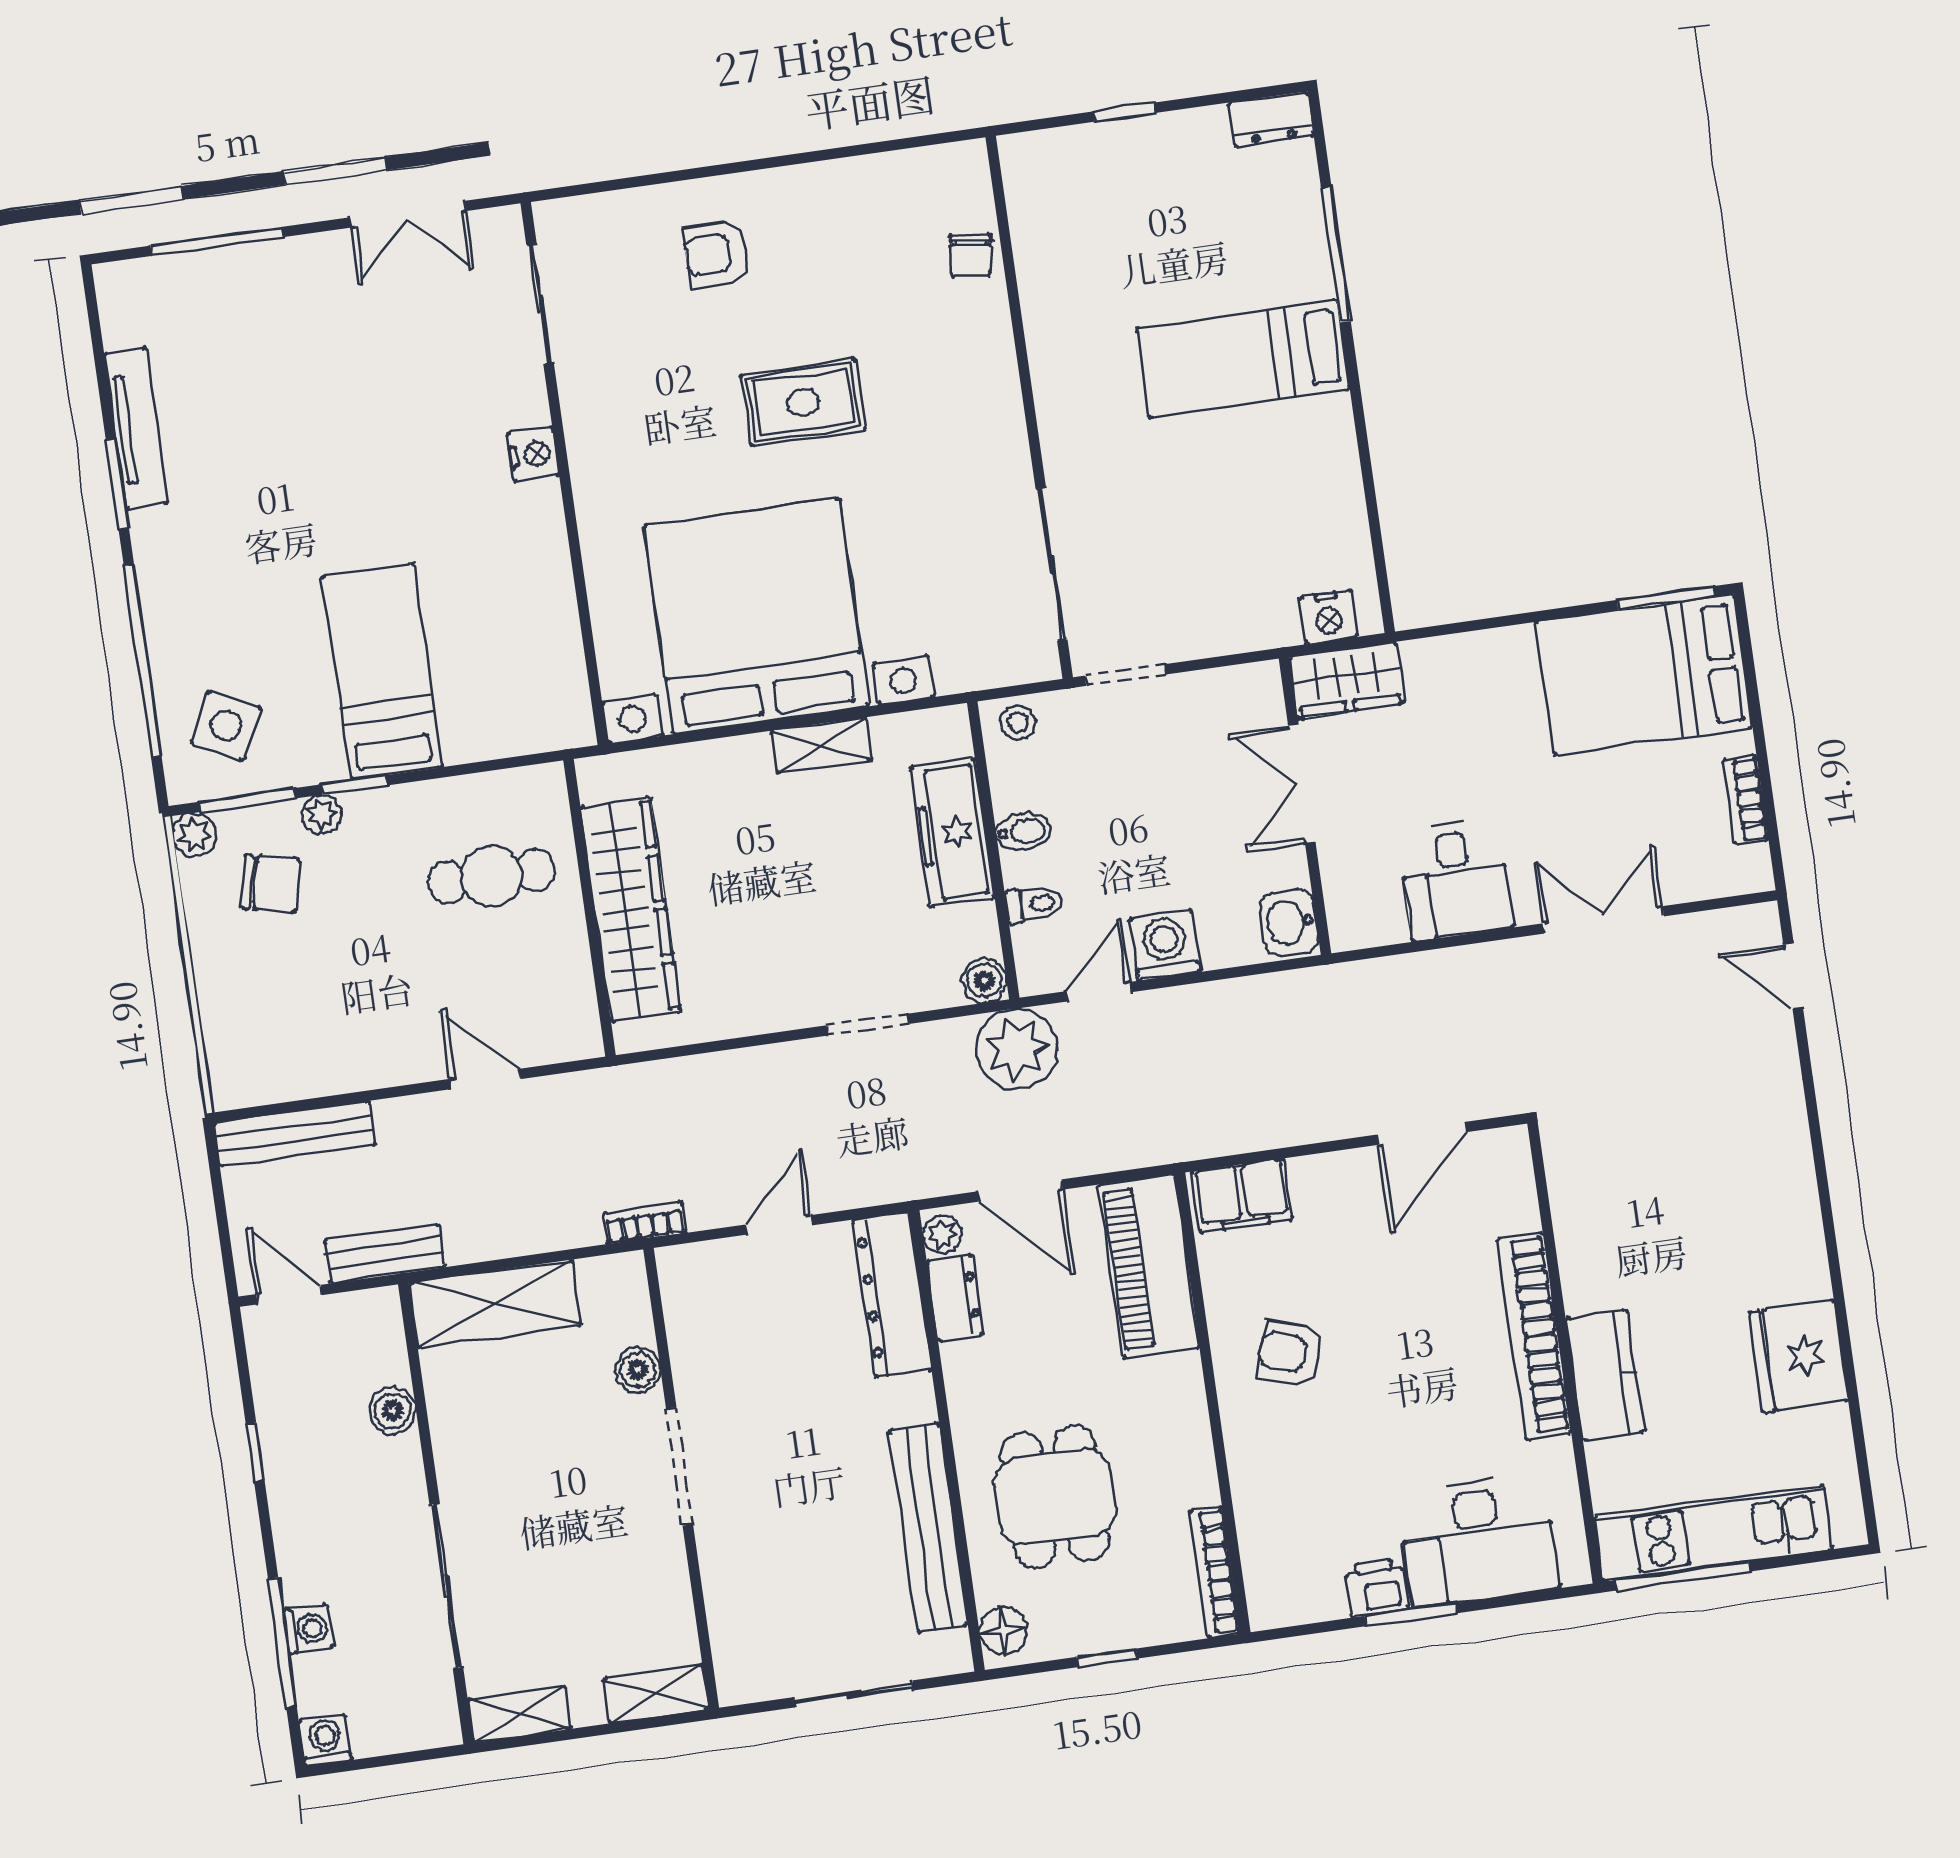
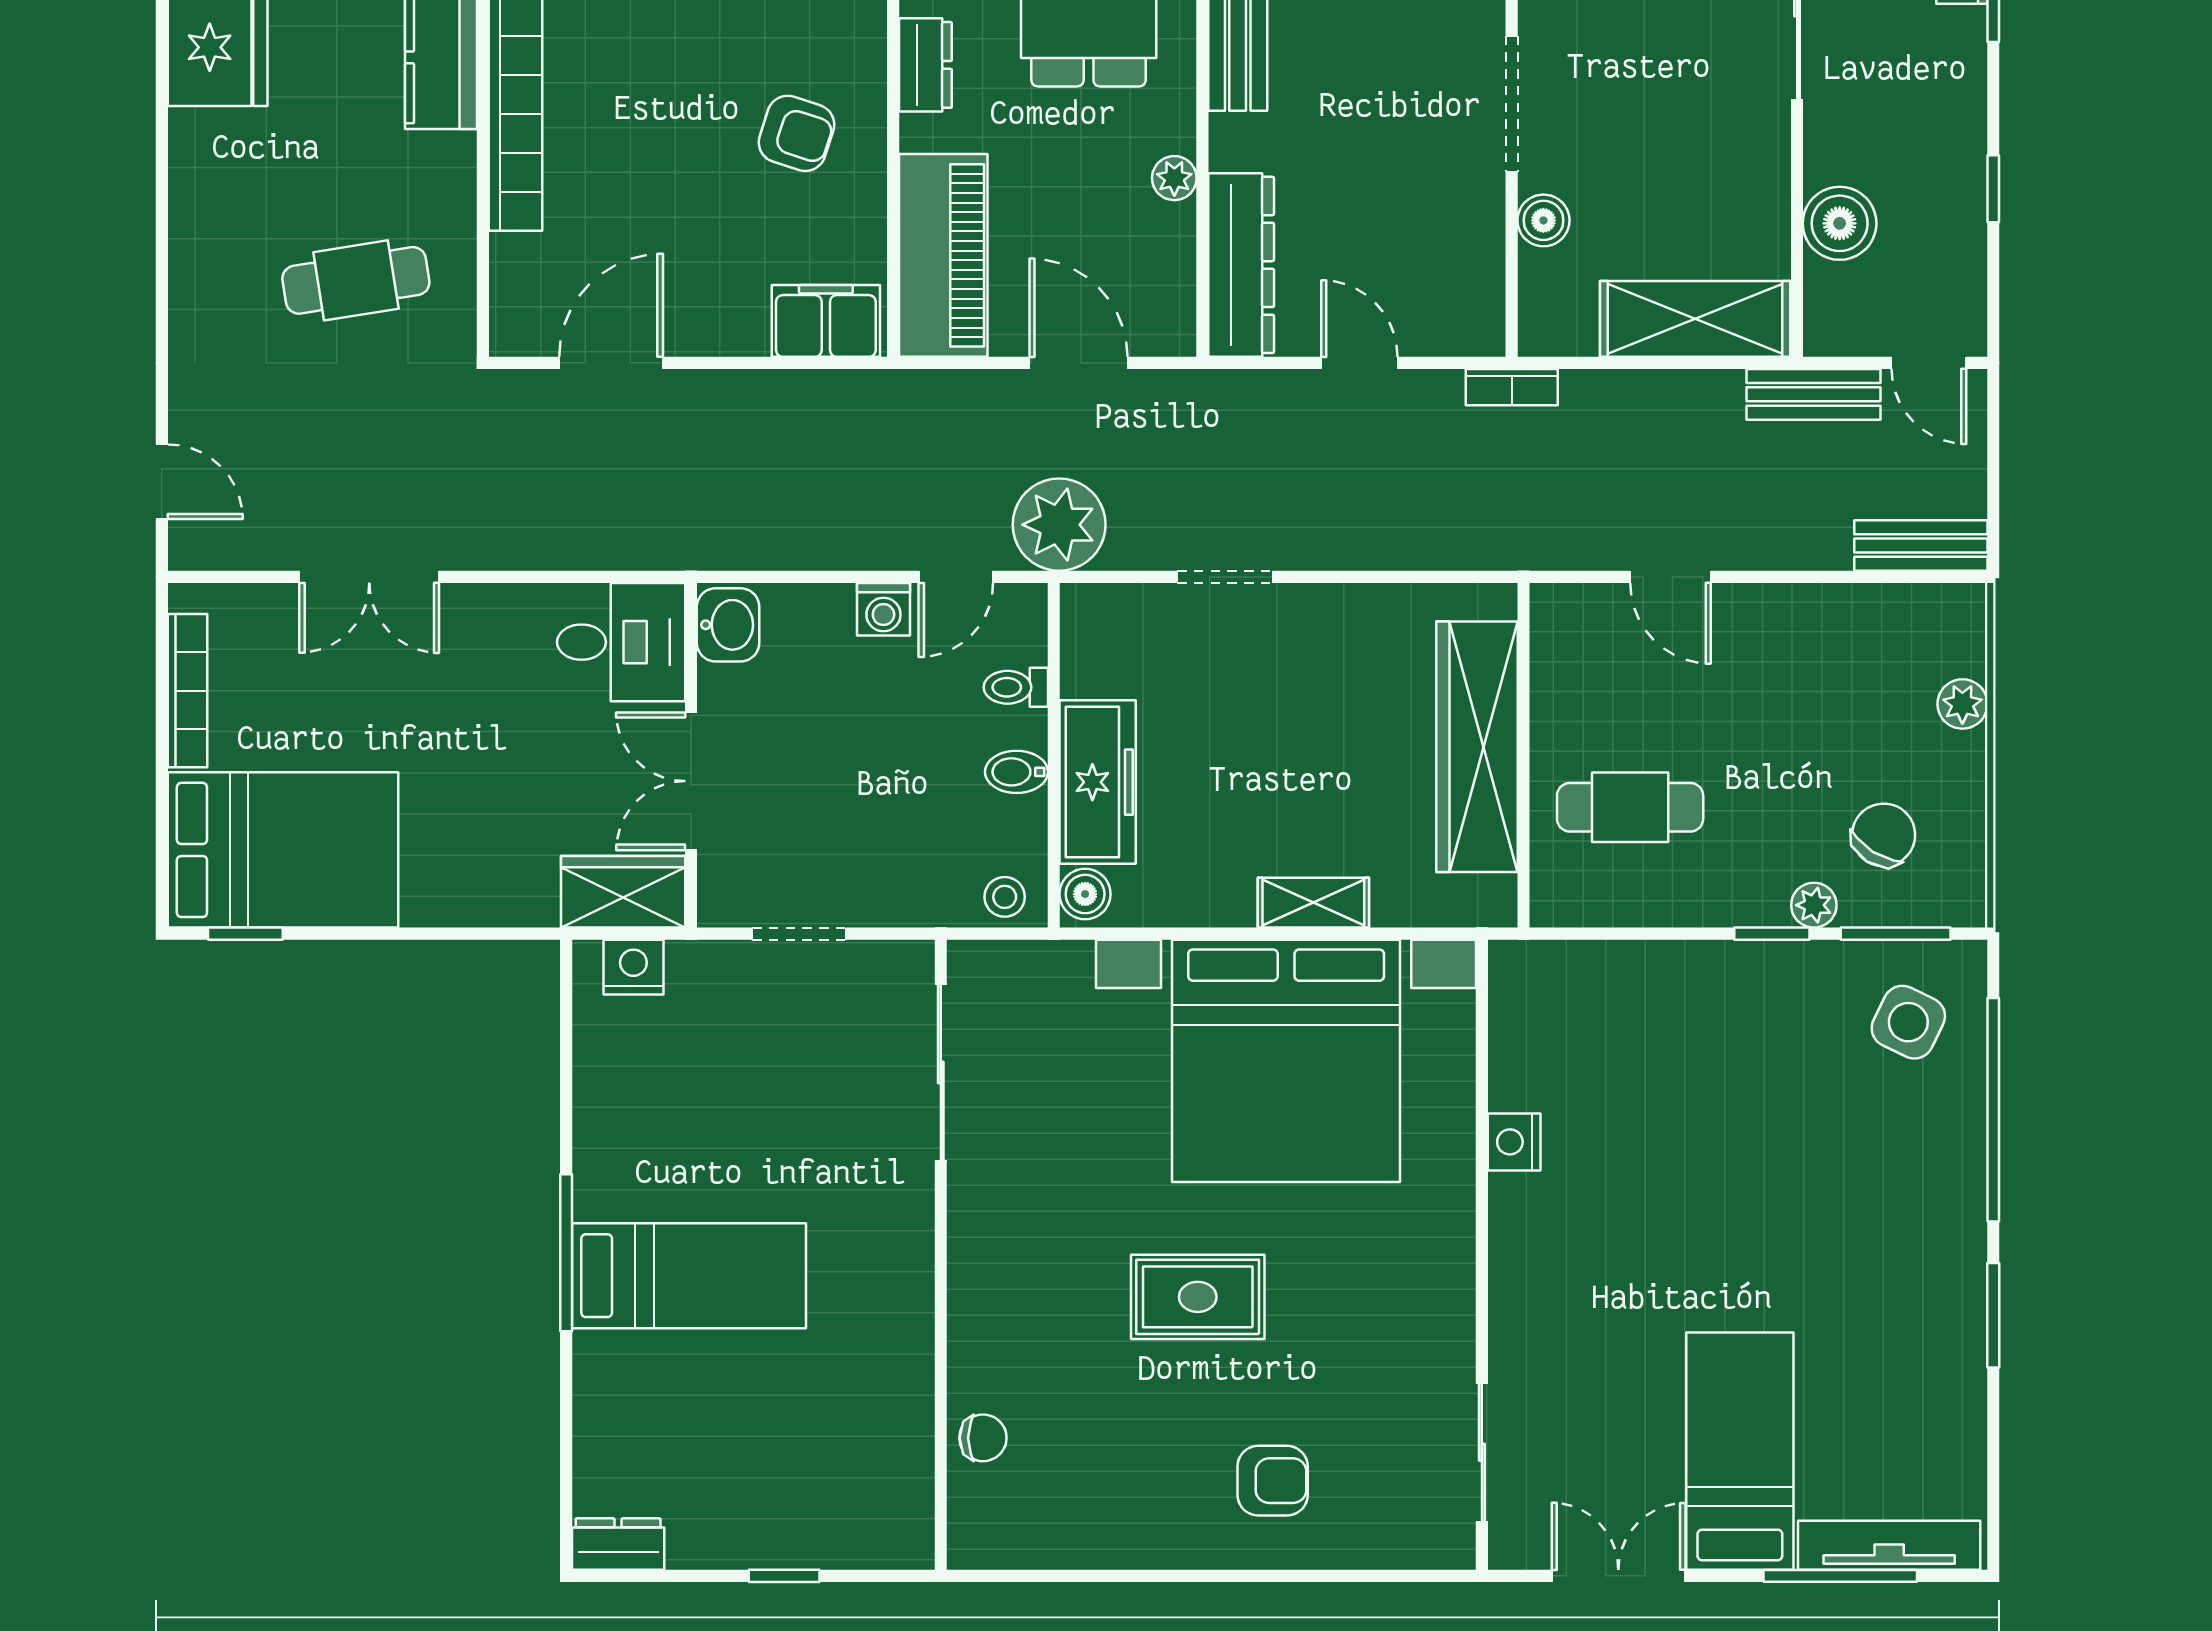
window: (1336, 254) -> (566, 1253), moved
chair: (971, 255) -> (983, 1438), turned 83
tv unit: (136, 428) -> (1889, 1545), moved, turned 90
nightstand: (533, 454) -> (1514, 1142), moved
window: (1666, 598) -> (245, 934), width x0.67
bed: (382, 672) -> (1740, 1451), moved, turned 180
doorway: (1126, 675) -> (799, 934), moved
shelving: (821, 745) -> (1313, 903), moved
double door: (1302, 784) -> (691, 781), swing flipped
bookcase: (1746, 800) -> (187, 691), width x1.56
plant: (194, 835) -> (1962, 704), moved
desk: (1455, 880) -> (621, 642), moved, turned 90
chair: (270, 883) -> (1884, 835), turned 110
washing machine: (1165, 945) -> (883, 609), width x0.73, depth x0.73
boiler: (984, 981) -> (1085, 894), moved
bench: (294, 1134) -> (1921, 546), width x0.73
cafe table: (1651, 1173) -> (356, 280), added
door: (779, 1225) -> (1359, 363), swing flipped
plant: (942, 1235) -> (1174, 178), moved
dresser: (955, 1297) -> (925, 65), moved, turned 180
boiler: (393, 1411) -> (1840, 223), width x1.36, depth x1.36

